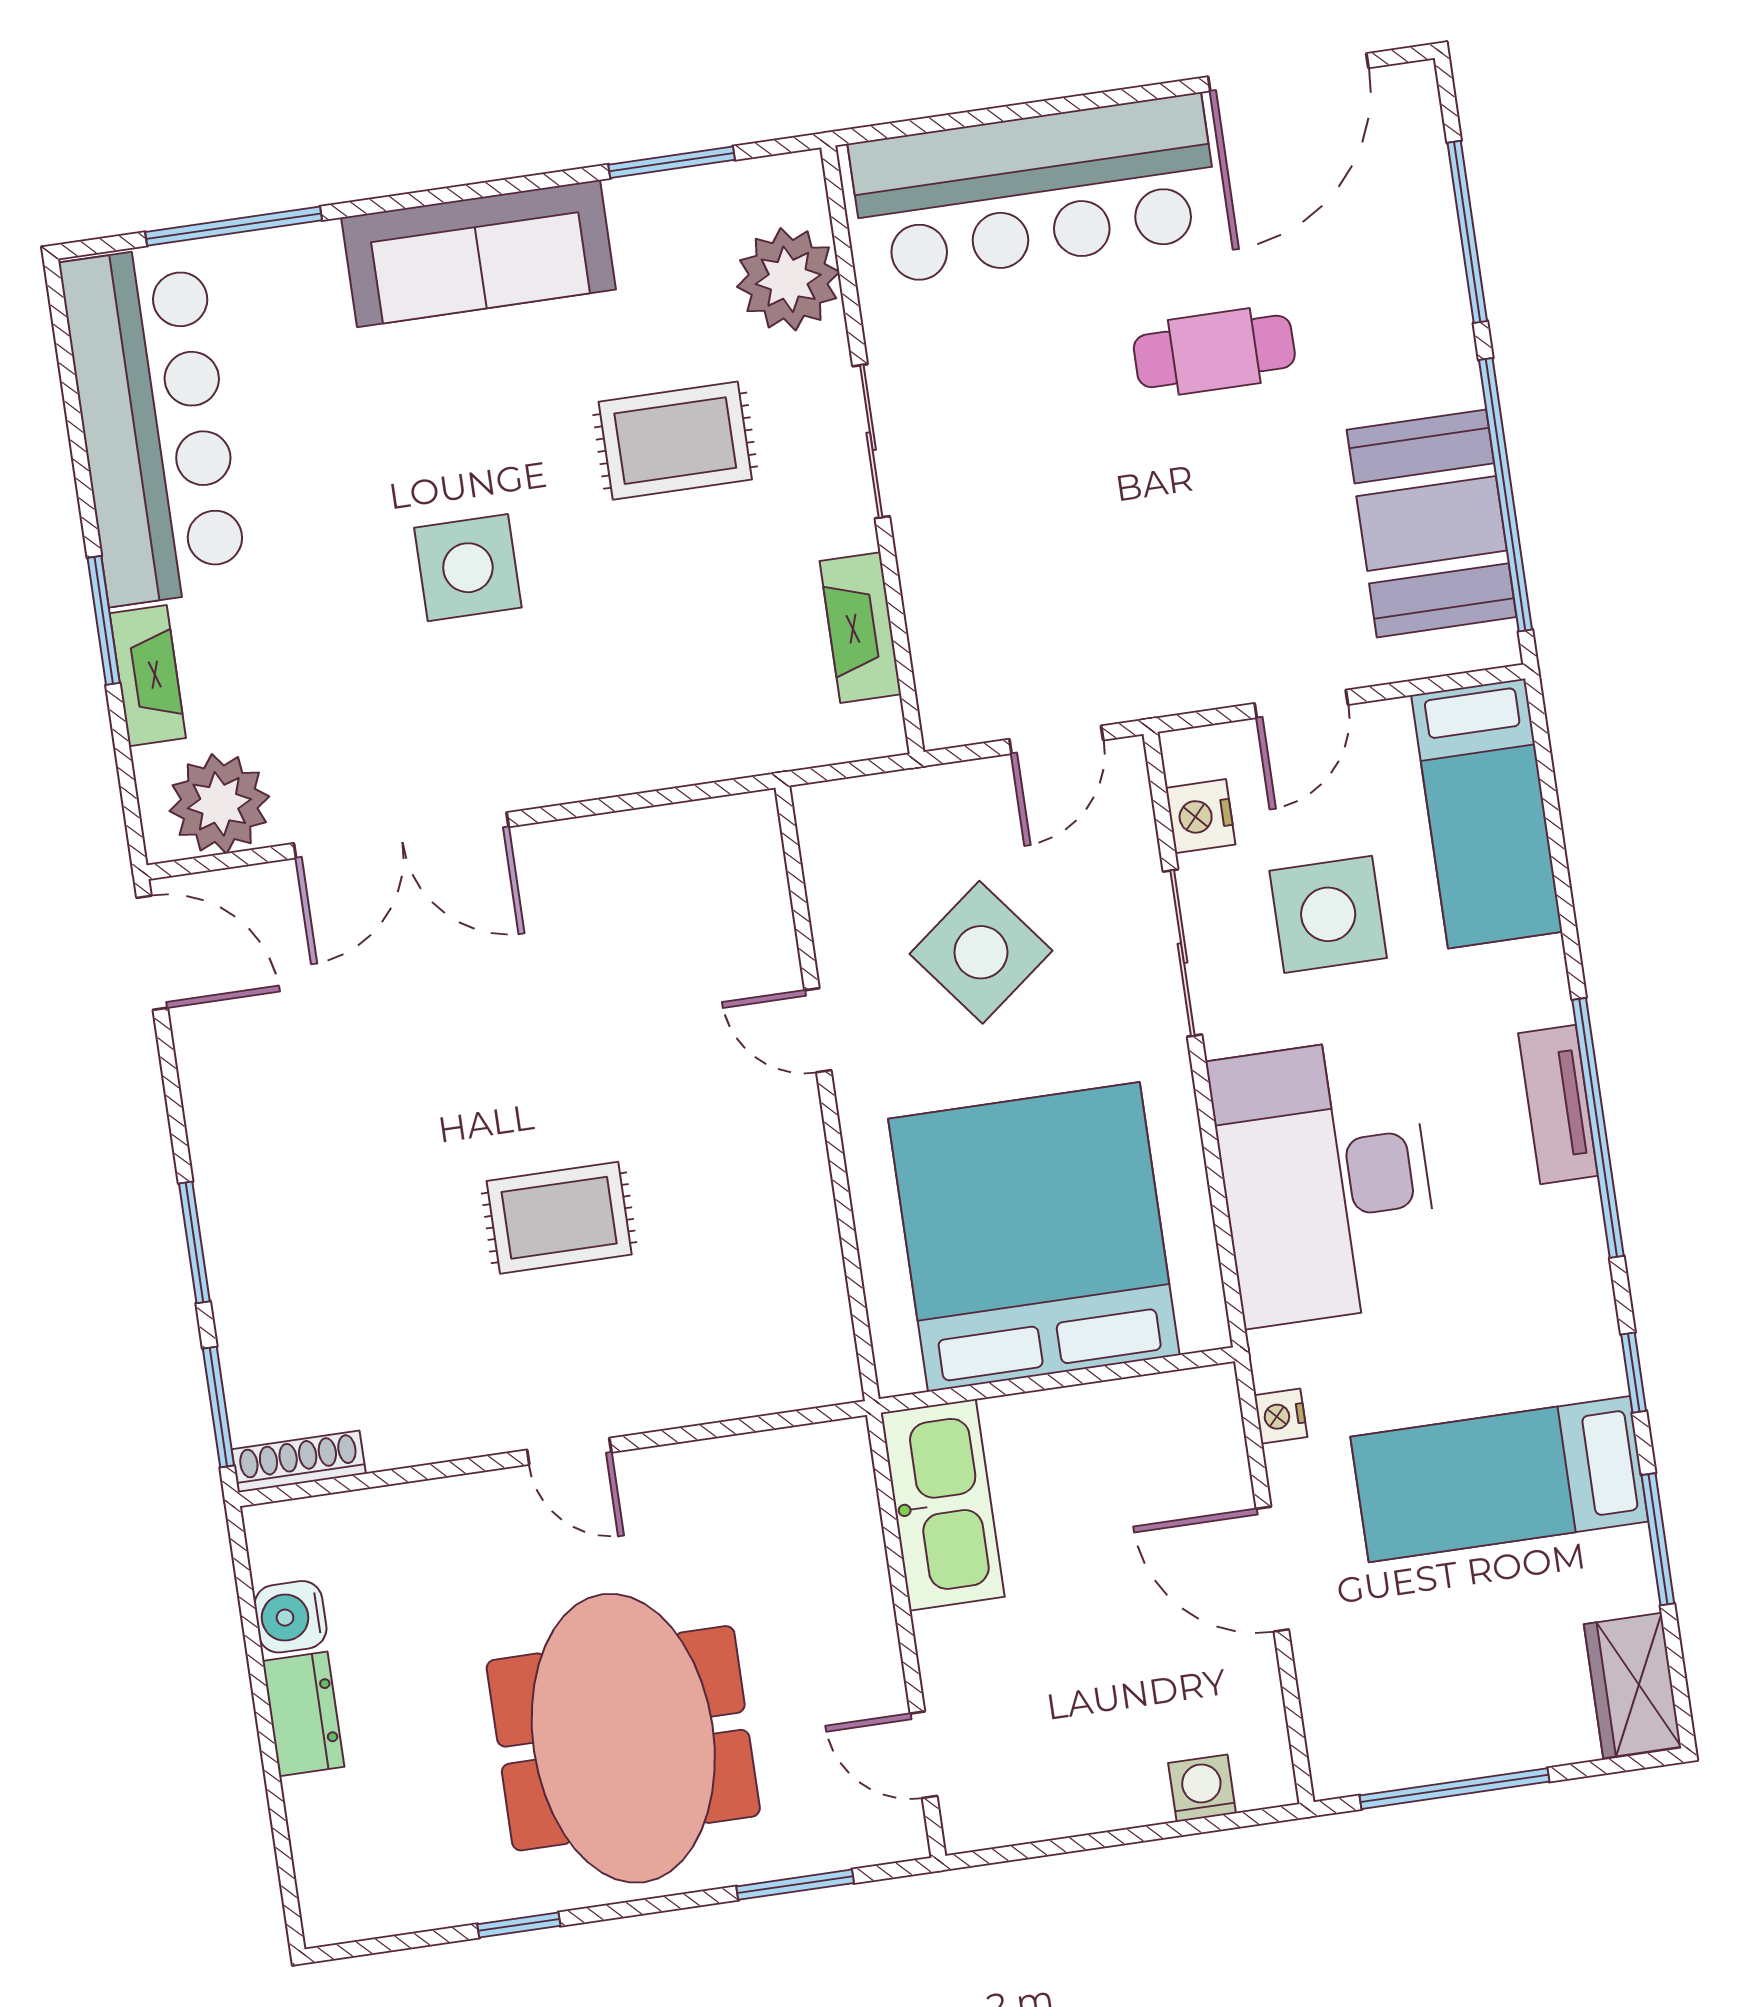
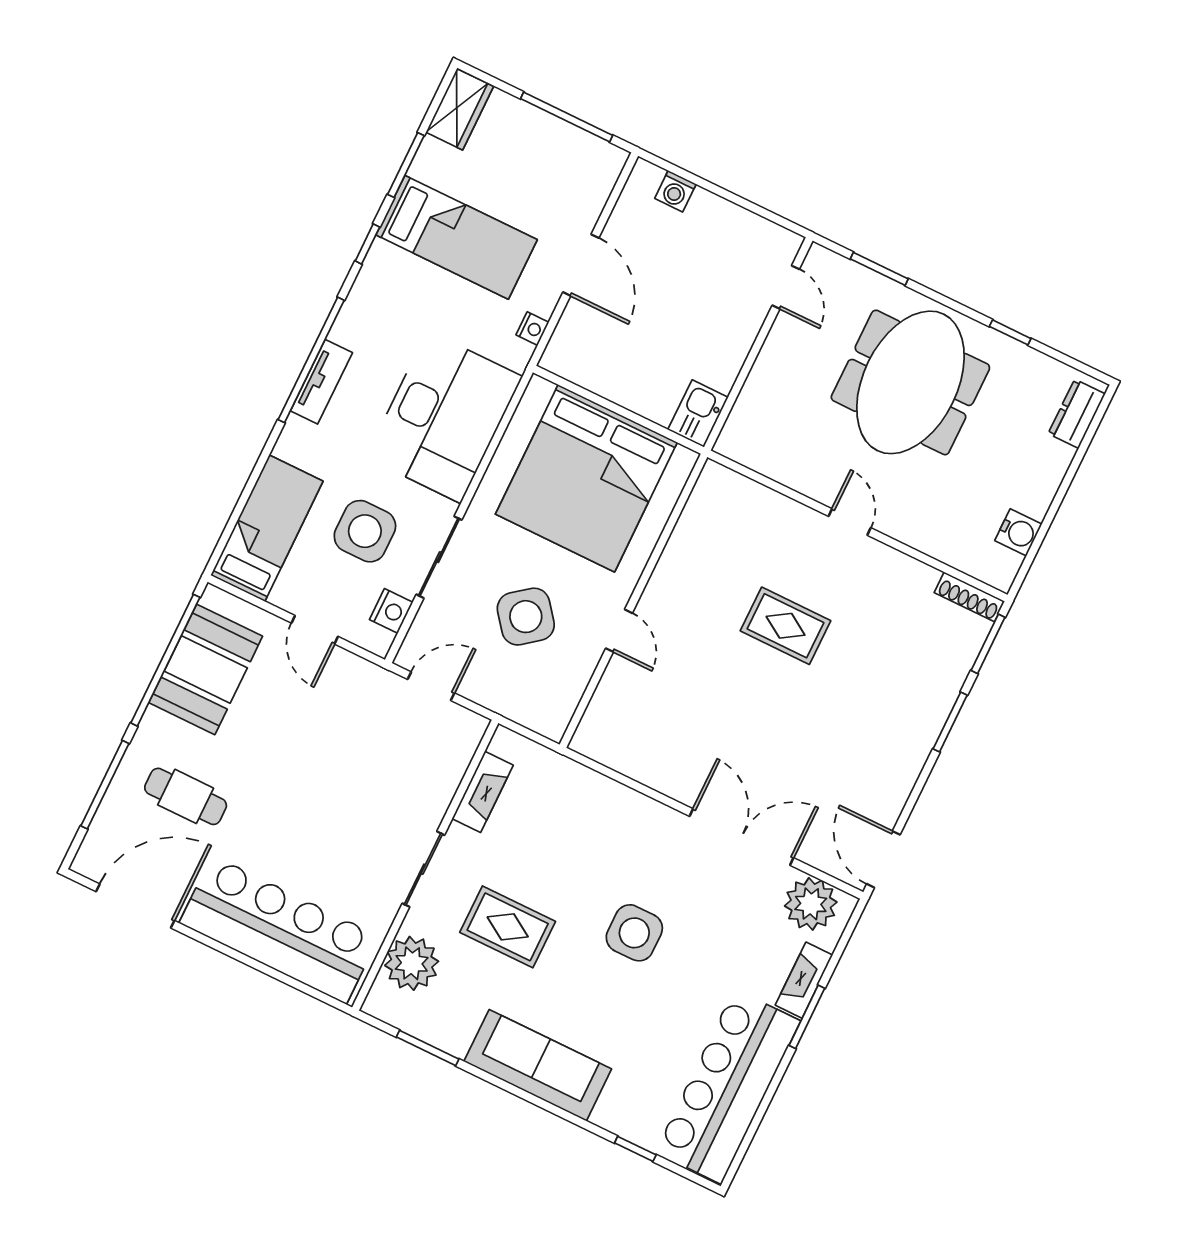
window: (234, 226) -> (635, 1149), width x0.46
cafe table: (1214, 351) -> (186, 796), moved
door: (1301, 704) -> (315, 630), swing flipped
kitchen sink: (943, 1505) -> (698, 413), width x0.53, depth x0.81
dresser: (303, 1714) -> (1077, 414), moved

